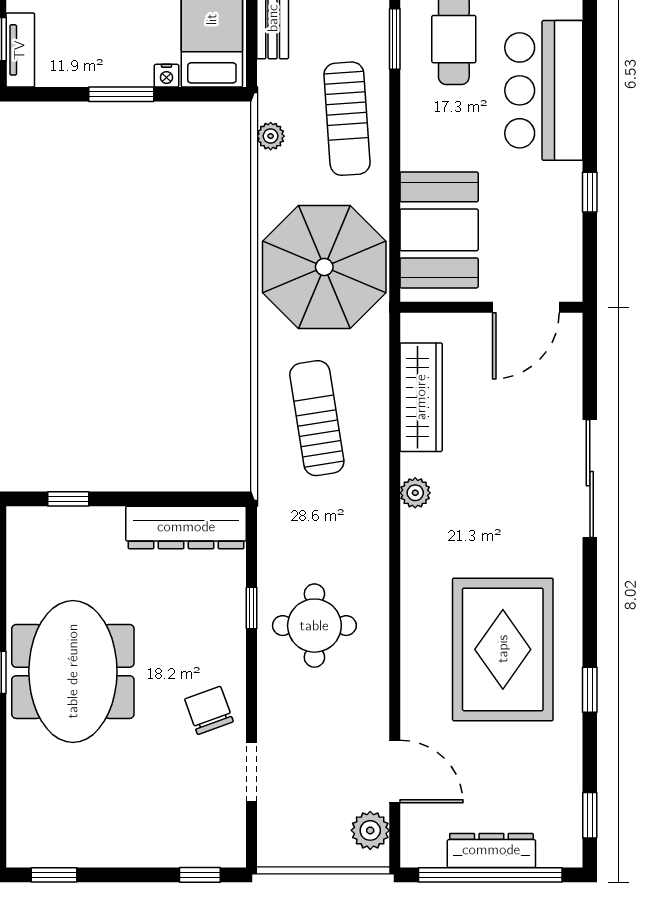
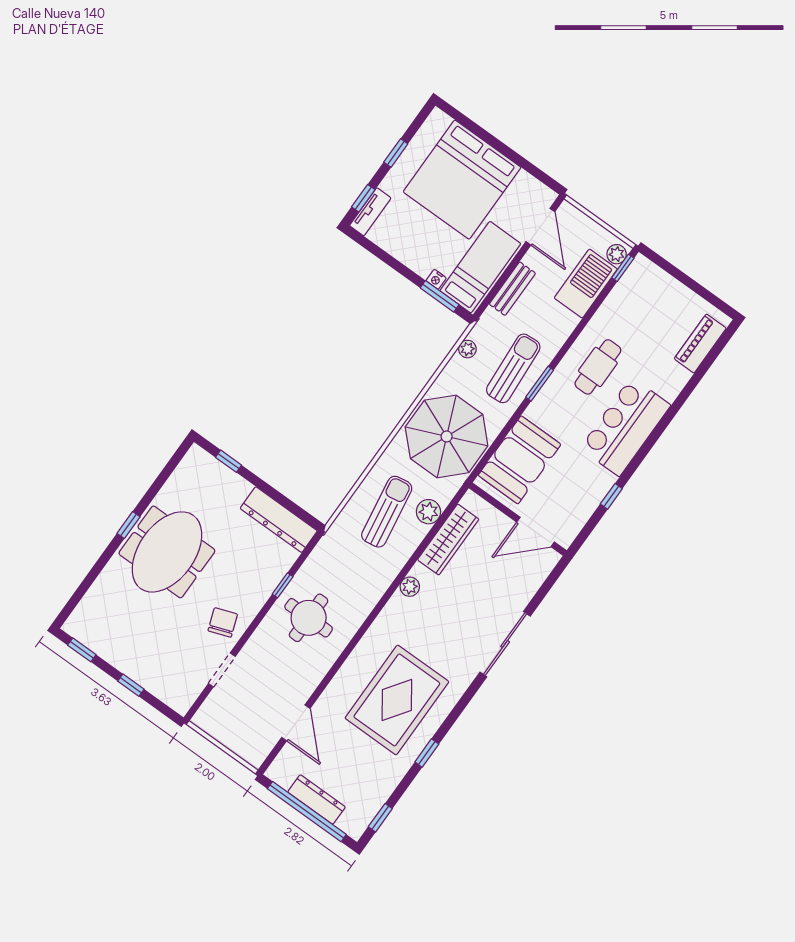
window: (395, 39) -> (540, 384), moved
window: (121, 94) -> (440, 296), moved
sun lounger: (347, 119) -> (513, 368), turned 180
plant: (370, 830) -> (428, 512), moved
window: (200, 875) -> (131, 685), moved

